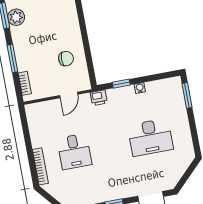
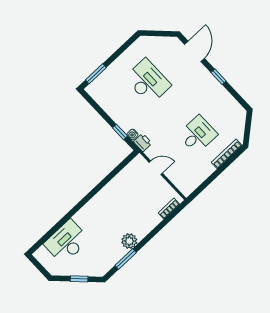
plant: (16, 17) -> (129, 241), moved
window: (12, 59) -> (156, 231), removed
chair: (66, 59) -> (128, 188), removed
water cooler: (140, 88) -> (132, 134), moved

